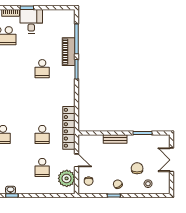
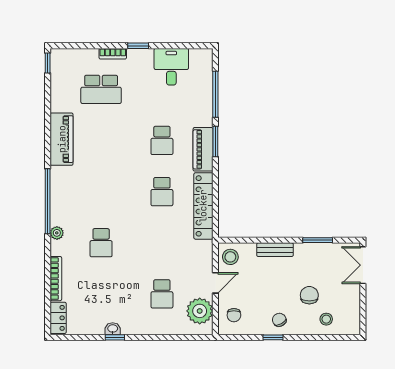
desk: (31, 21) -> (171, 67), moved
piano: (69, 52) -> (203, 149), moved
locker: (69, 128) -> (203, 206), moved
school desk: (42, 135) -> (162, 192), moved
stool: (86, 144) -> (230, 257), added
door: (77, 160) -> (215, 283), hinge flipped
double door: (172, 160) -> (363, 265), moved

